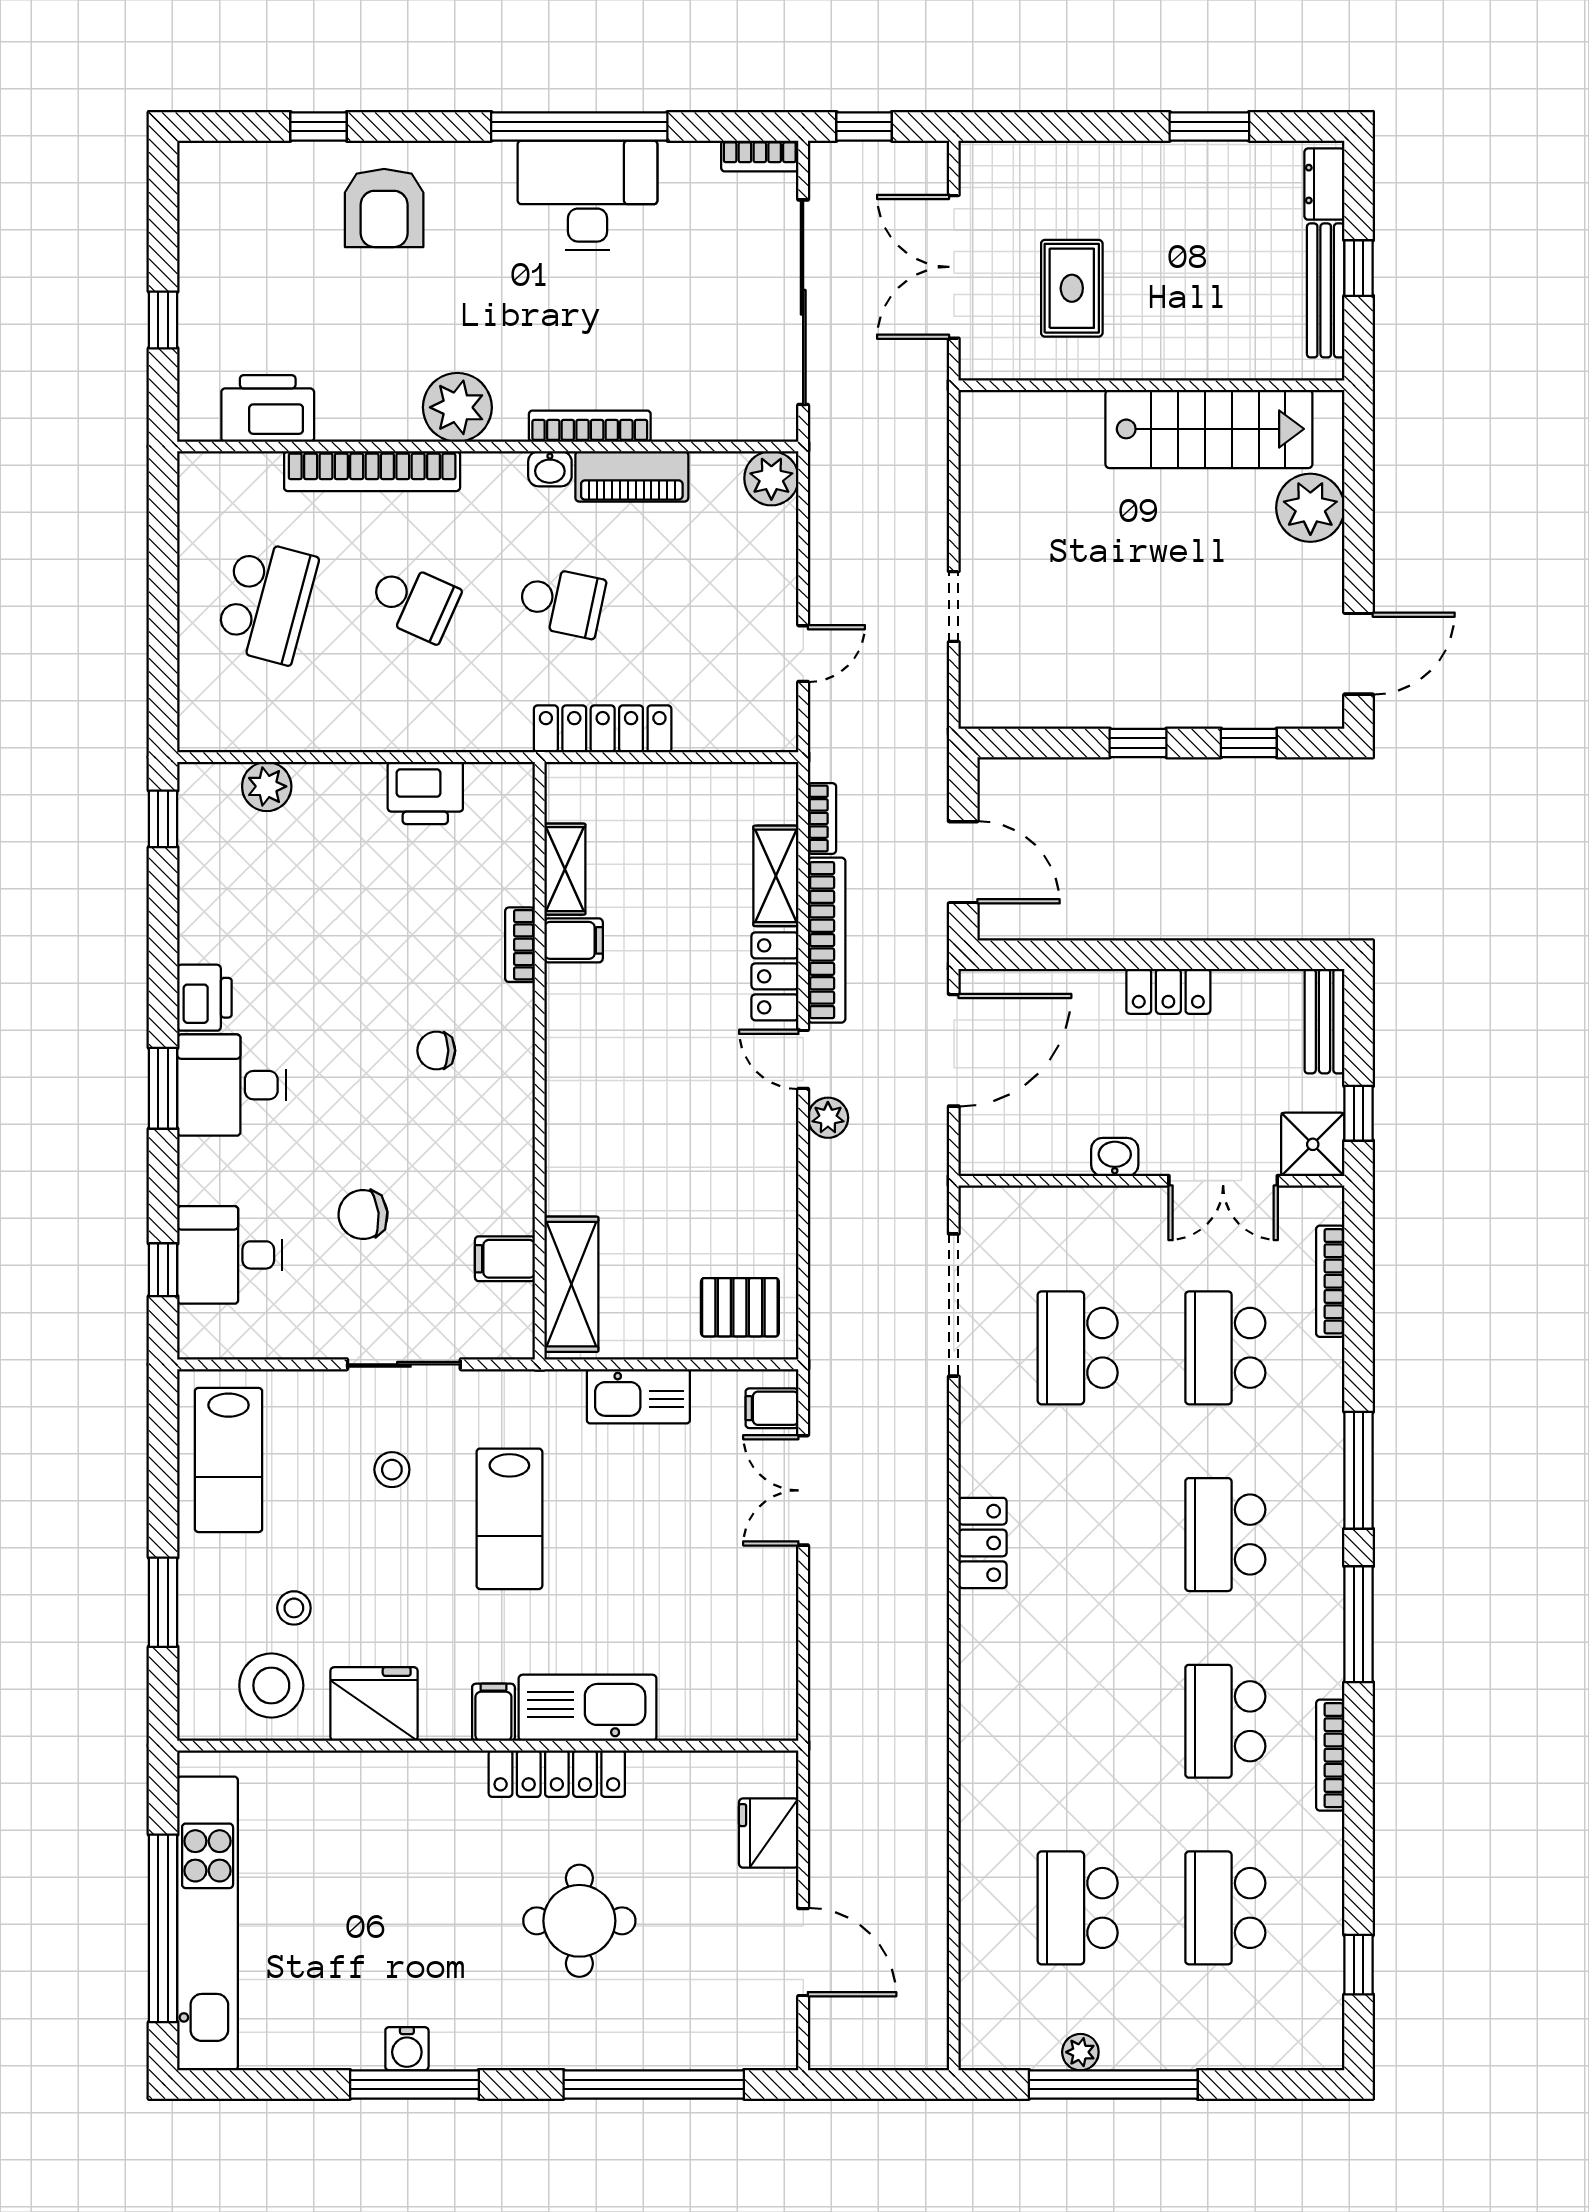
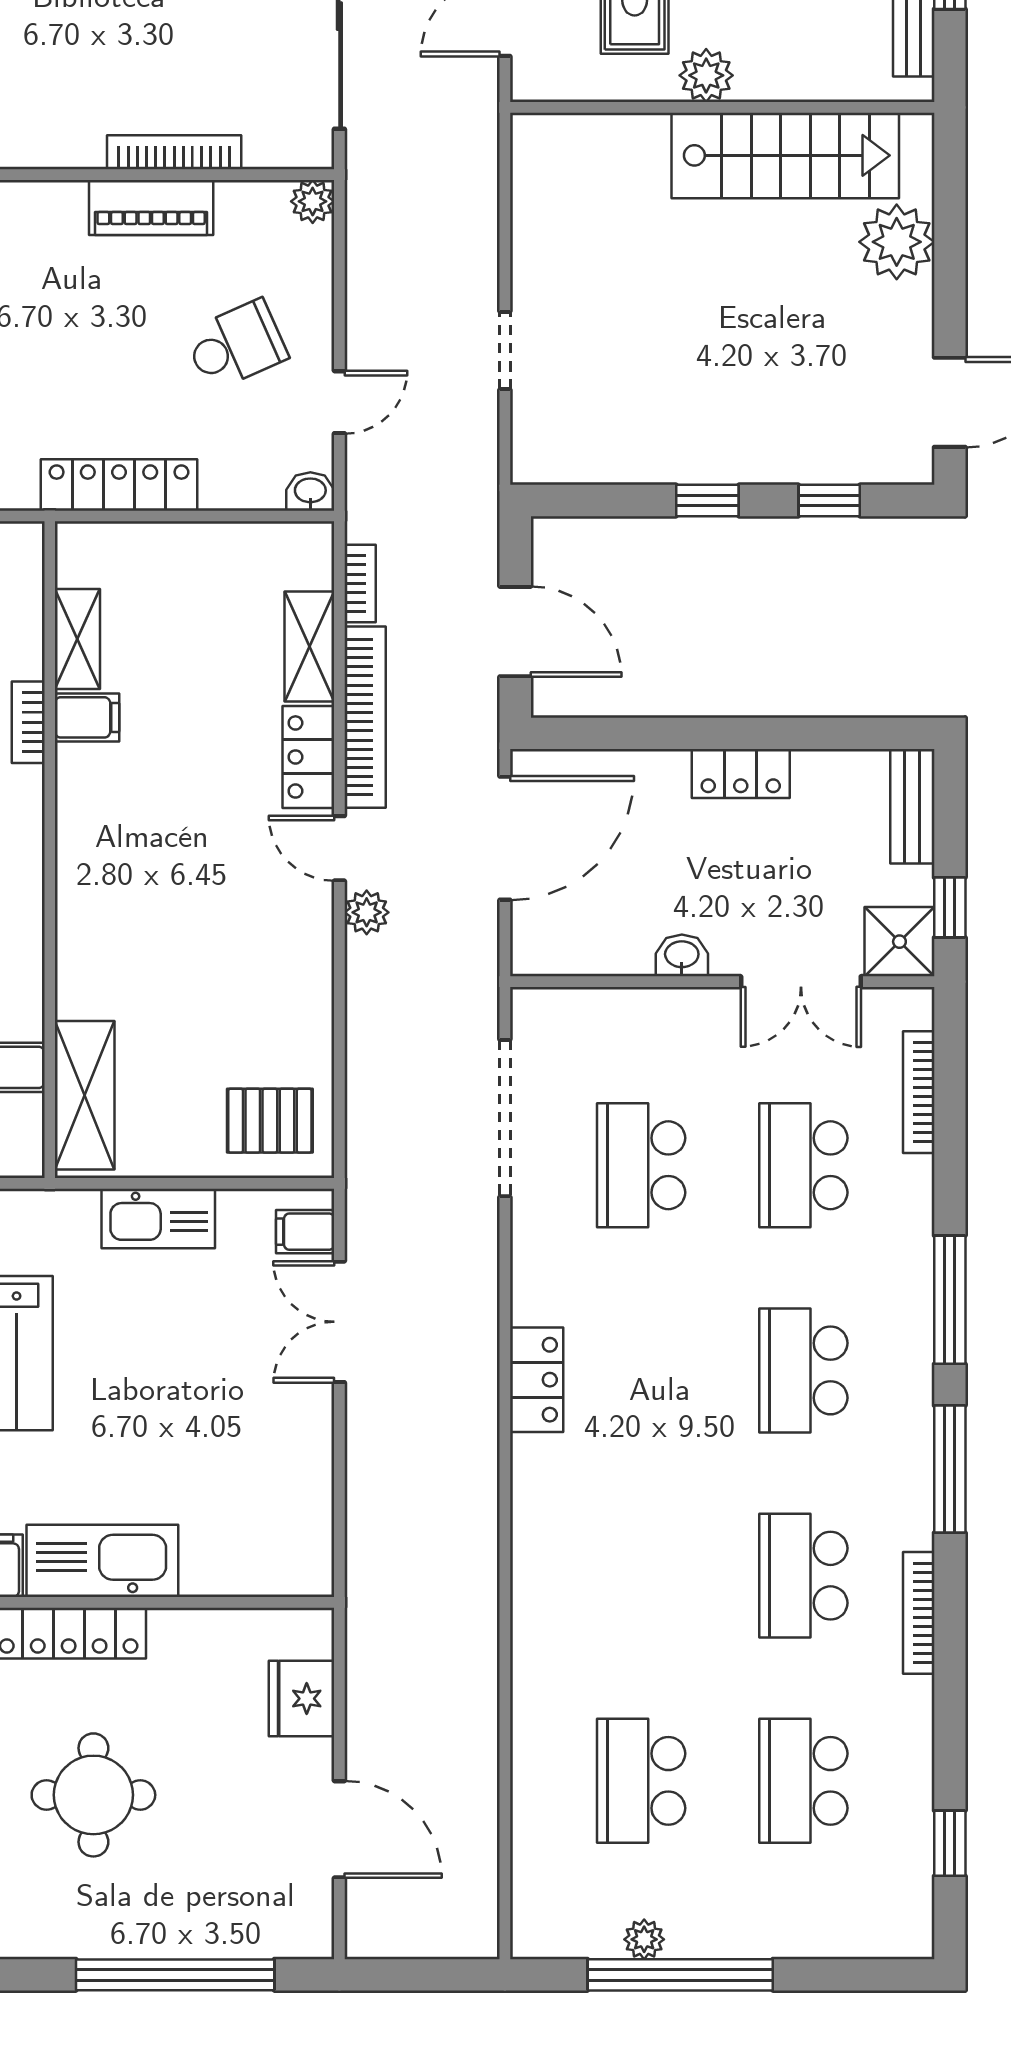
plant: (1137, 356) -> (706, 75), added
bookcase: (590, 426) -> (174, 152), moved
washbasin: (550, 469) -> (310, 492), moved, turned 180
plant: (771, 478) -> (313, 201), width x0.73, depth x0.73
school desk: (562, 602) -> (236, 345), moved, turned -36

